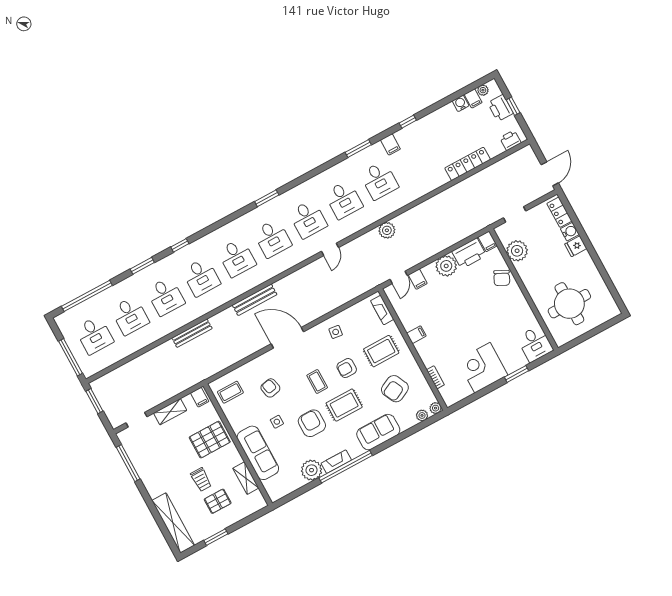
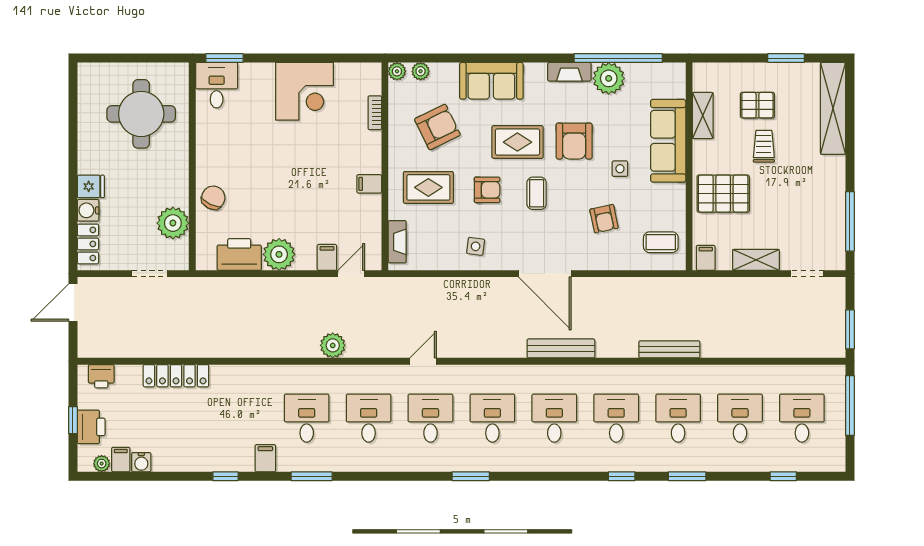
filing cabinet: (488, 241) -> (205, 257), removed
window: (87, 296) -> (783, 476), width x0.32
window: (517, 374) -> (224, 58), moved
window: (346, 467) -> (618, 58), moved

